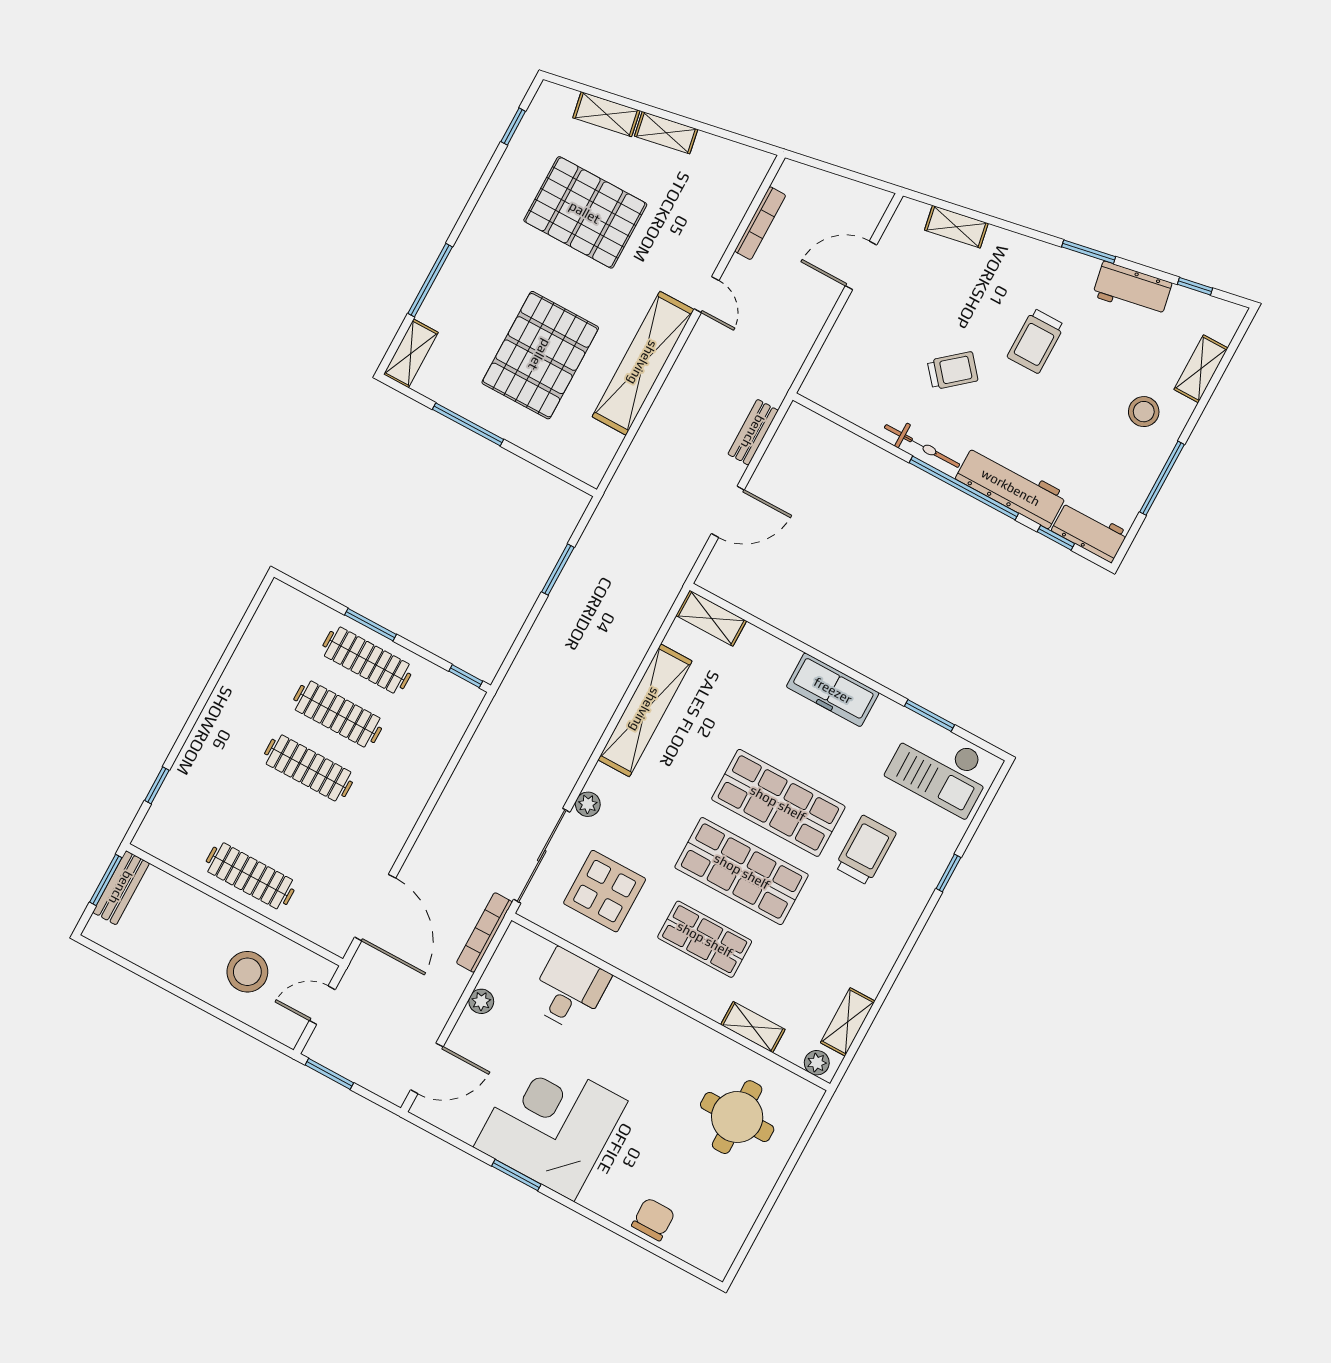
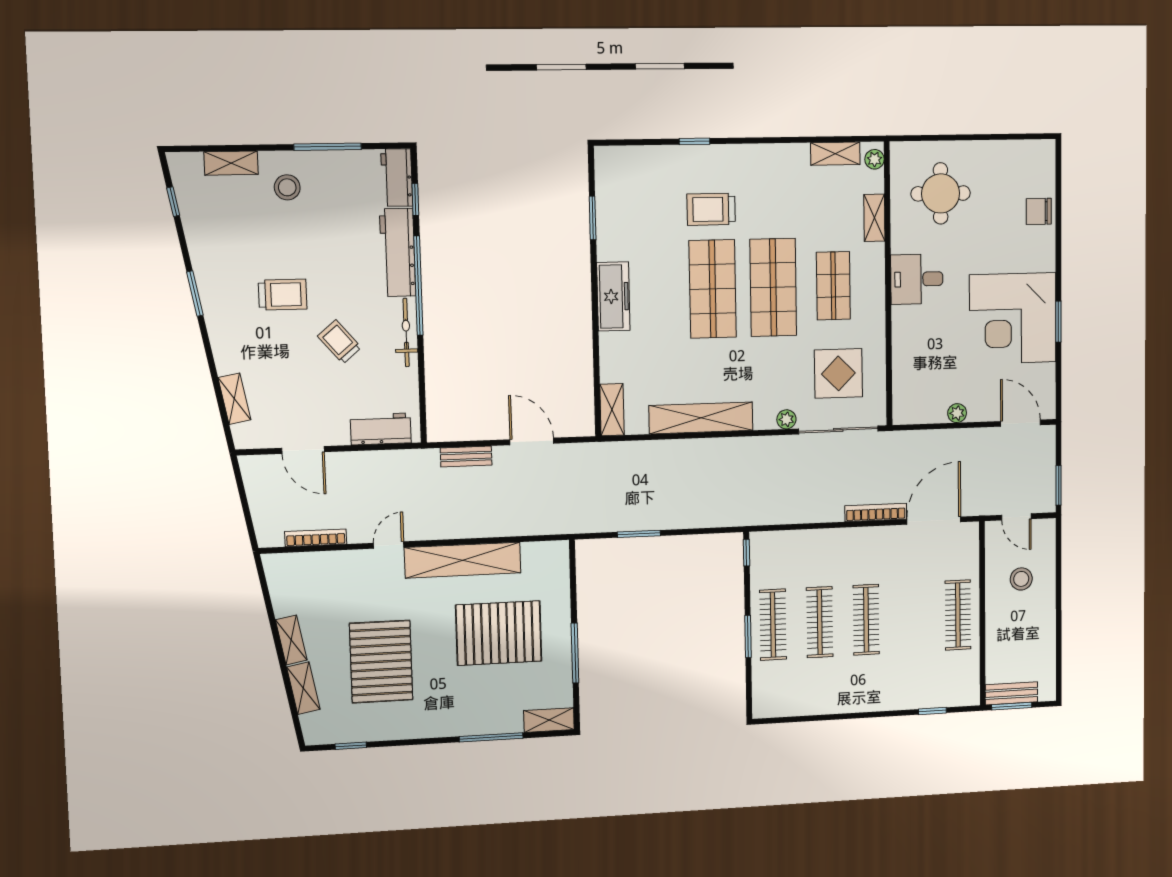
workbench: (1132, 289) -> (381, 429), moved, turned -80
checkout: (940, 769) -> (626, 189), removed
bookcase: (484, 932) -> (876, 512), moved, turned 180
stool: (247, 972) -> (1021, 579), width x0.73, depth x0.73
desk: (569, 990) -> (917, 279), moved

